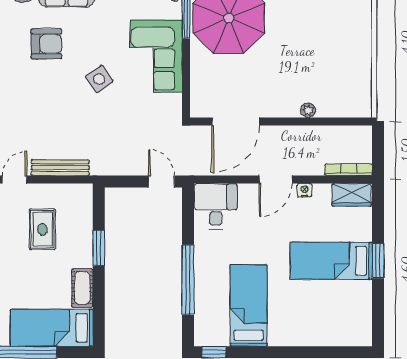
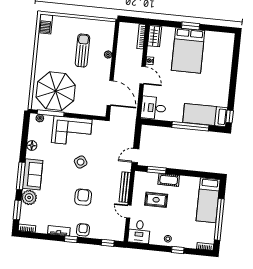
armchair: (46, 44) -> (83, 197), moved
sun lounger: (311, 61) -> (82, 50), added
door: (161, 182) -> (135, 156), moved
window: (99, 248) -> (157, 170), moved
bed: (331, 261) -> (188, 50), width x1.50
cot: (82, 288) -> (169, 180), moved
bed: (249, 306) -> (205, 115), moved

